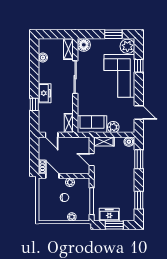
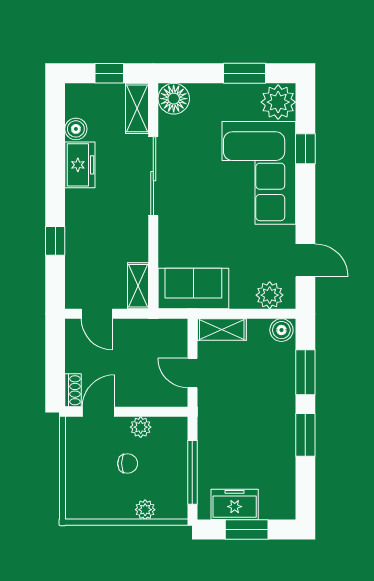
window: (57, 34) -> (109, 73), added
freezer: (45, 93) -> (80, 165), moved
plant: (113, 127) -> (270, 295), moved
door: (52, 176) -> (98, 412), hinge flipped
window: (139, 200) -> (305, 435), moved

